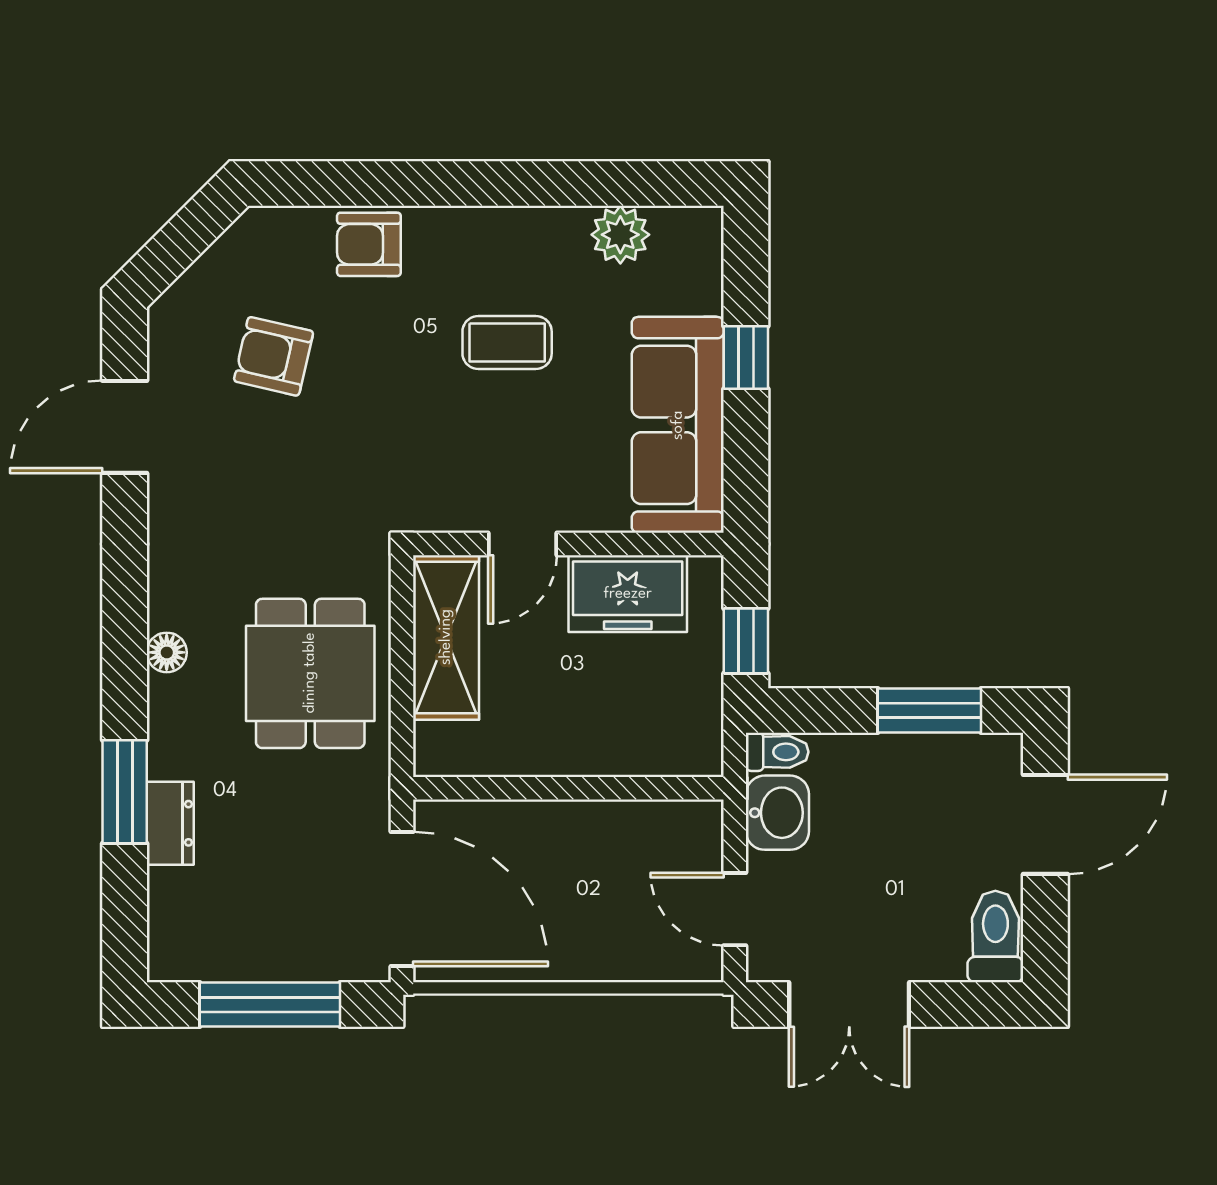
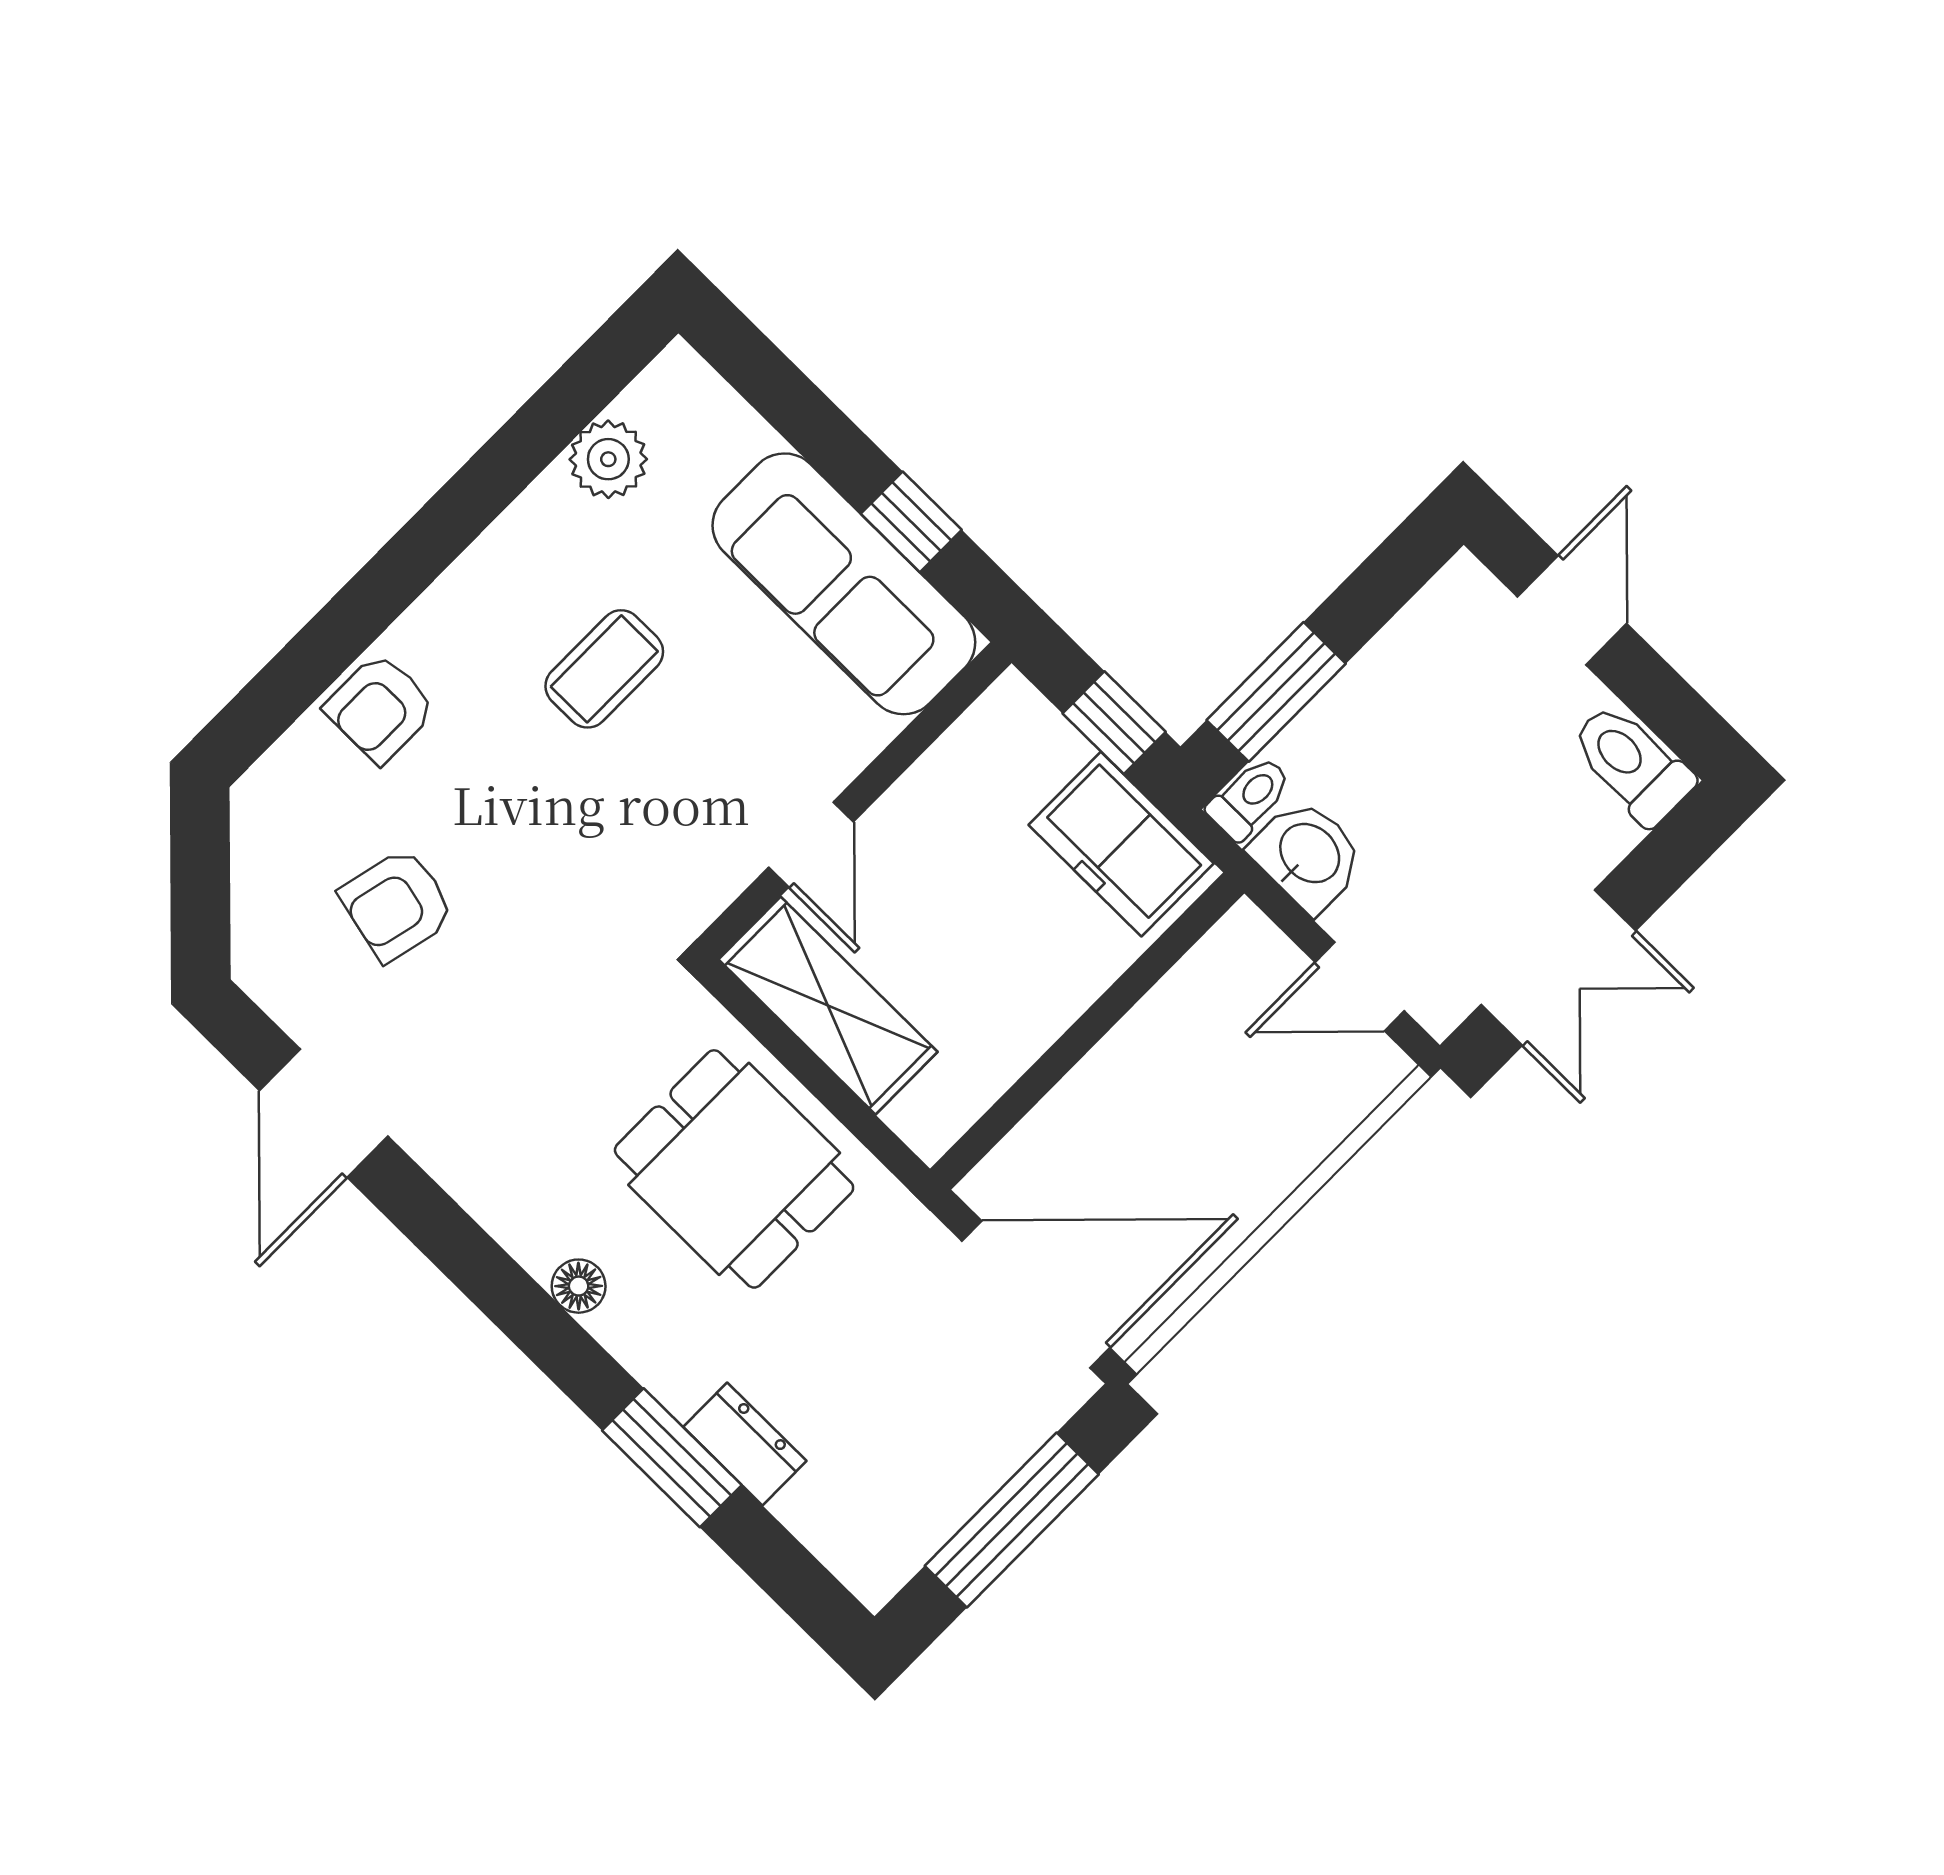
window: (746, 357) -> (911, 522), moved
freezer: (628, 594) -> (1121, 844), moved, turned 90
window: (929, 711) -> (1276, 692), moved
door: (1045, 824) -> (1572, 610), width x0.73

